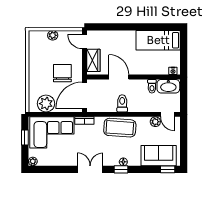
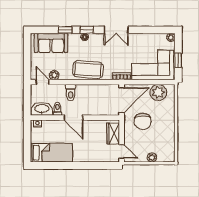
door: (119, 77) -> (73, 118), moved
toilet: (122, 103) -> (71, 93), moved
window: (168, 169) -> (65, 30), moved

